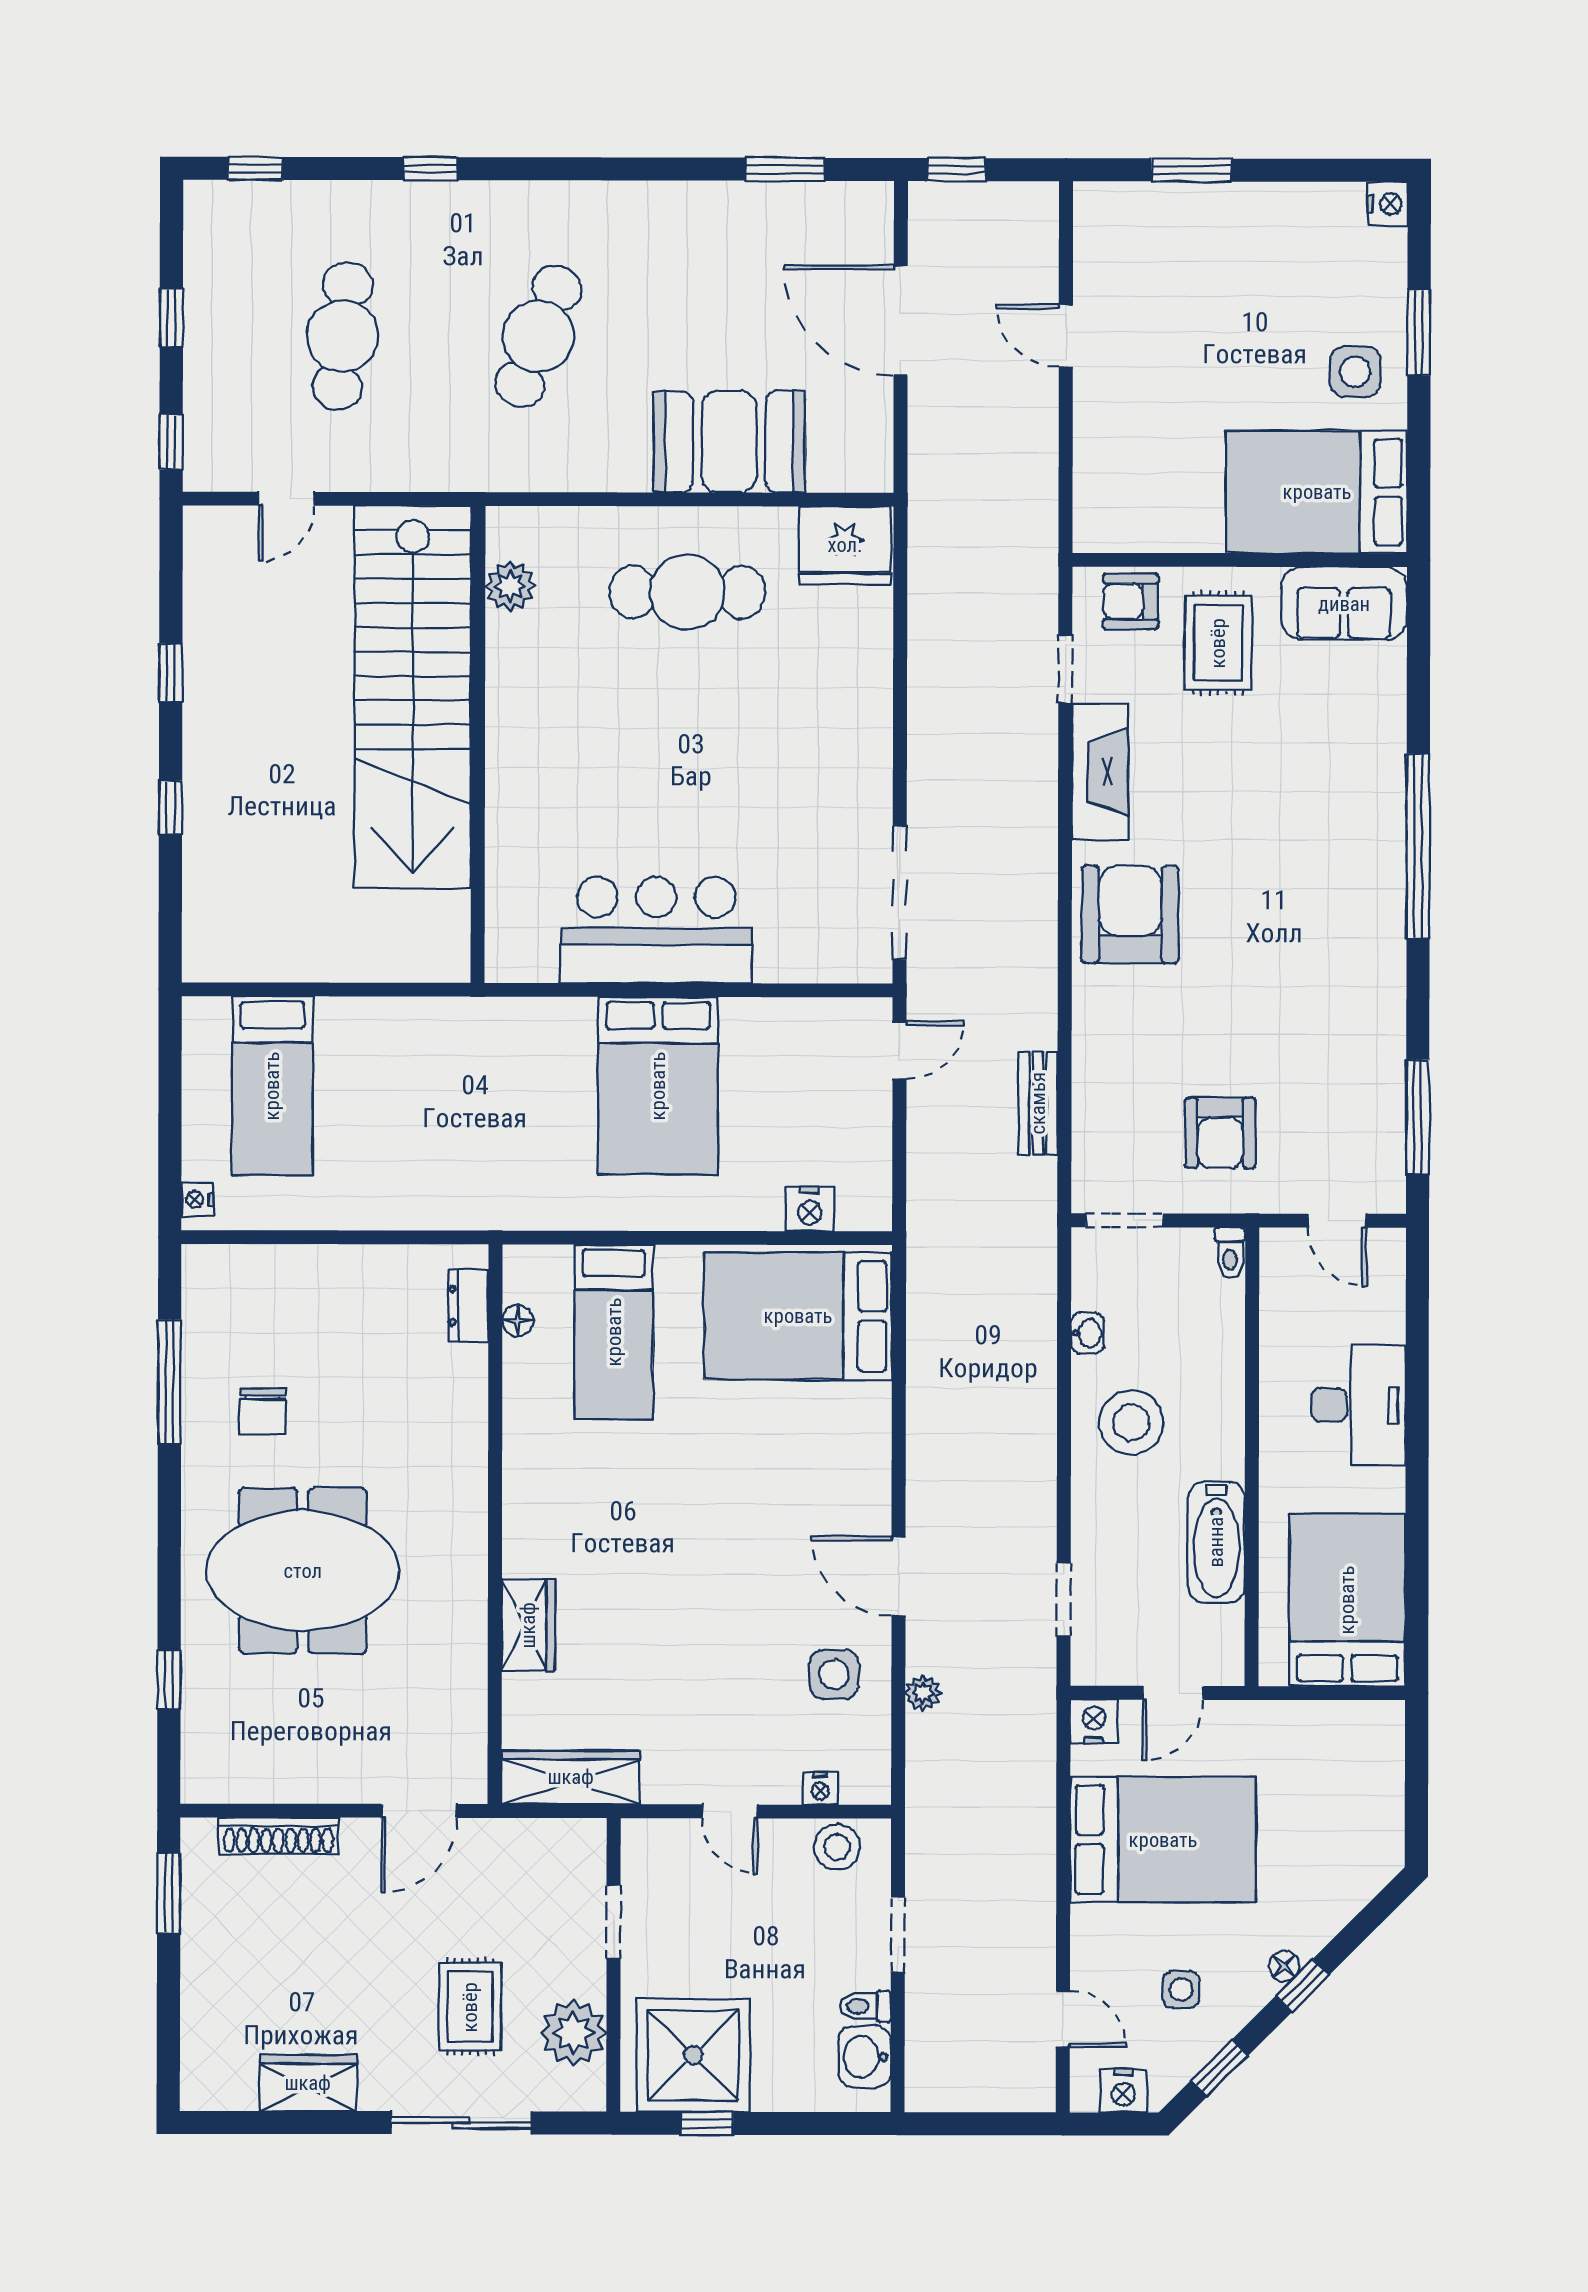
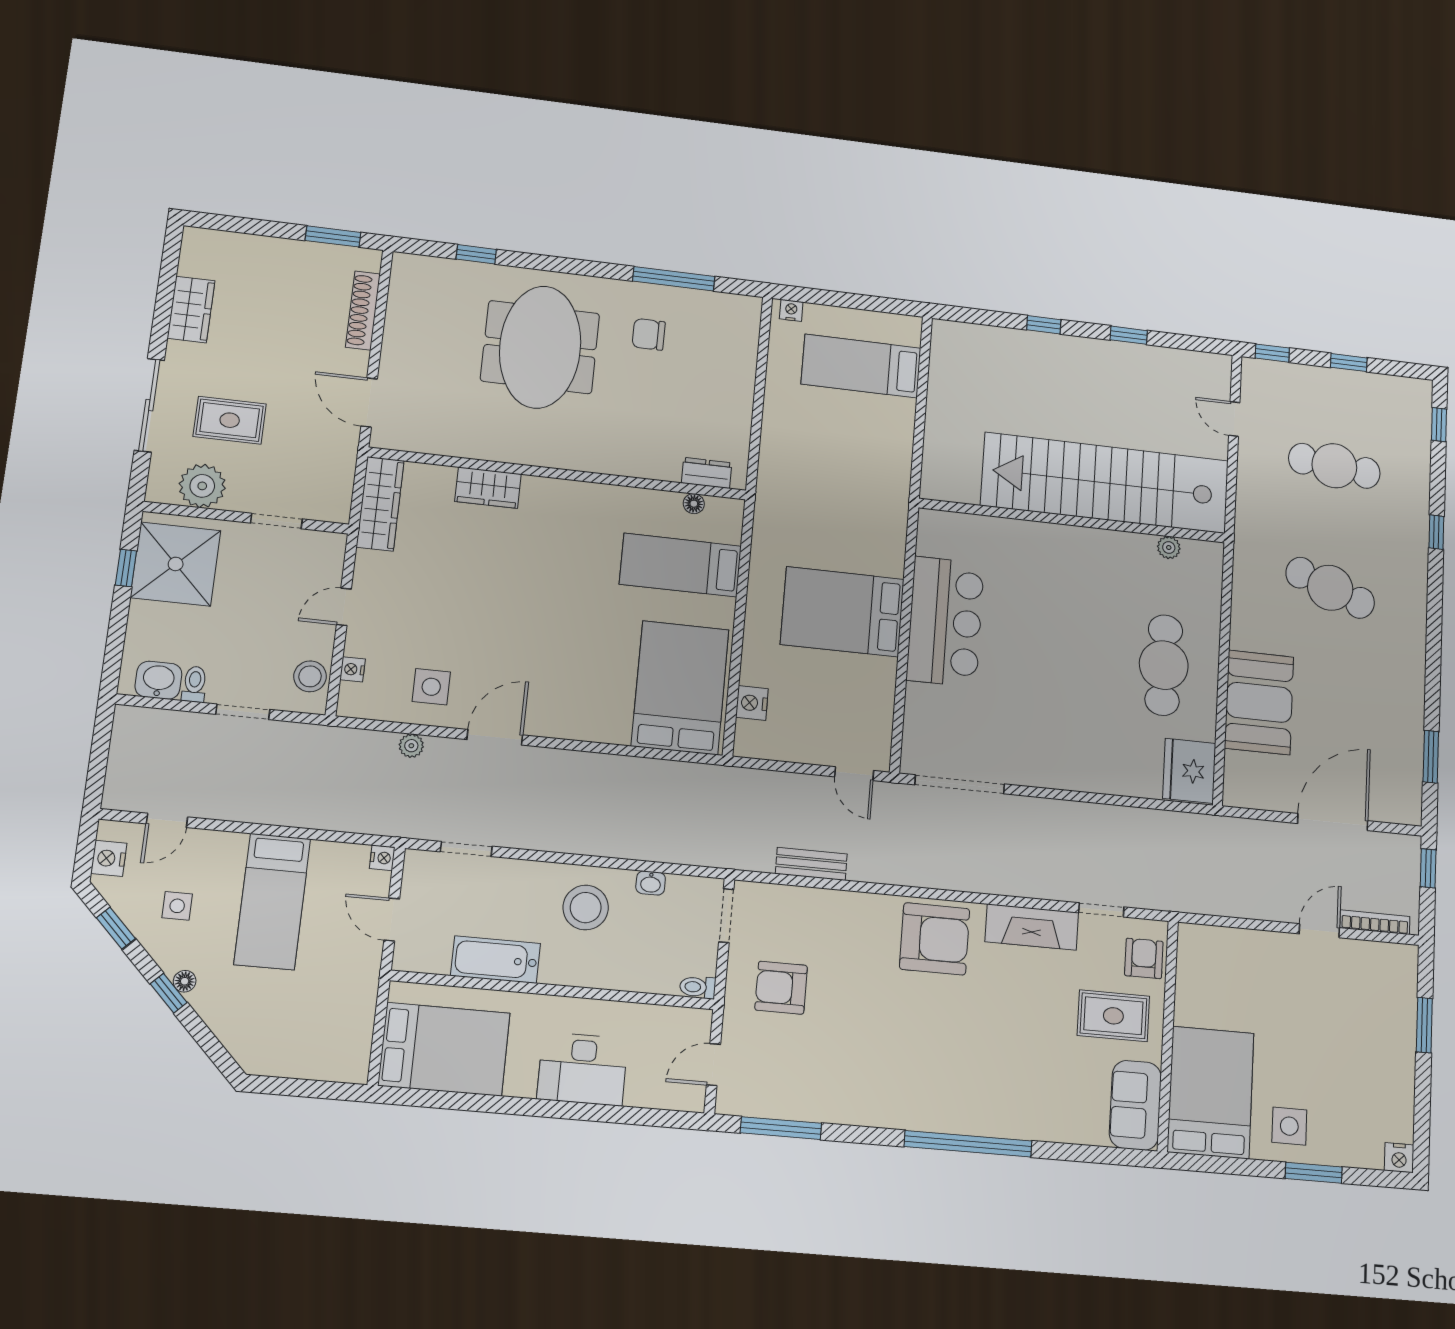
bookcase: (1045, 250) -> (1375, 922), added
plant: (510, 586) -> (1169, 548), width x0.73, depth x0.73
nightstand: (1094, 1721) -> (382, 858), width x0.72, depth x0.74
bed: (1163, 1840) -> (272, 901), width x0.67

